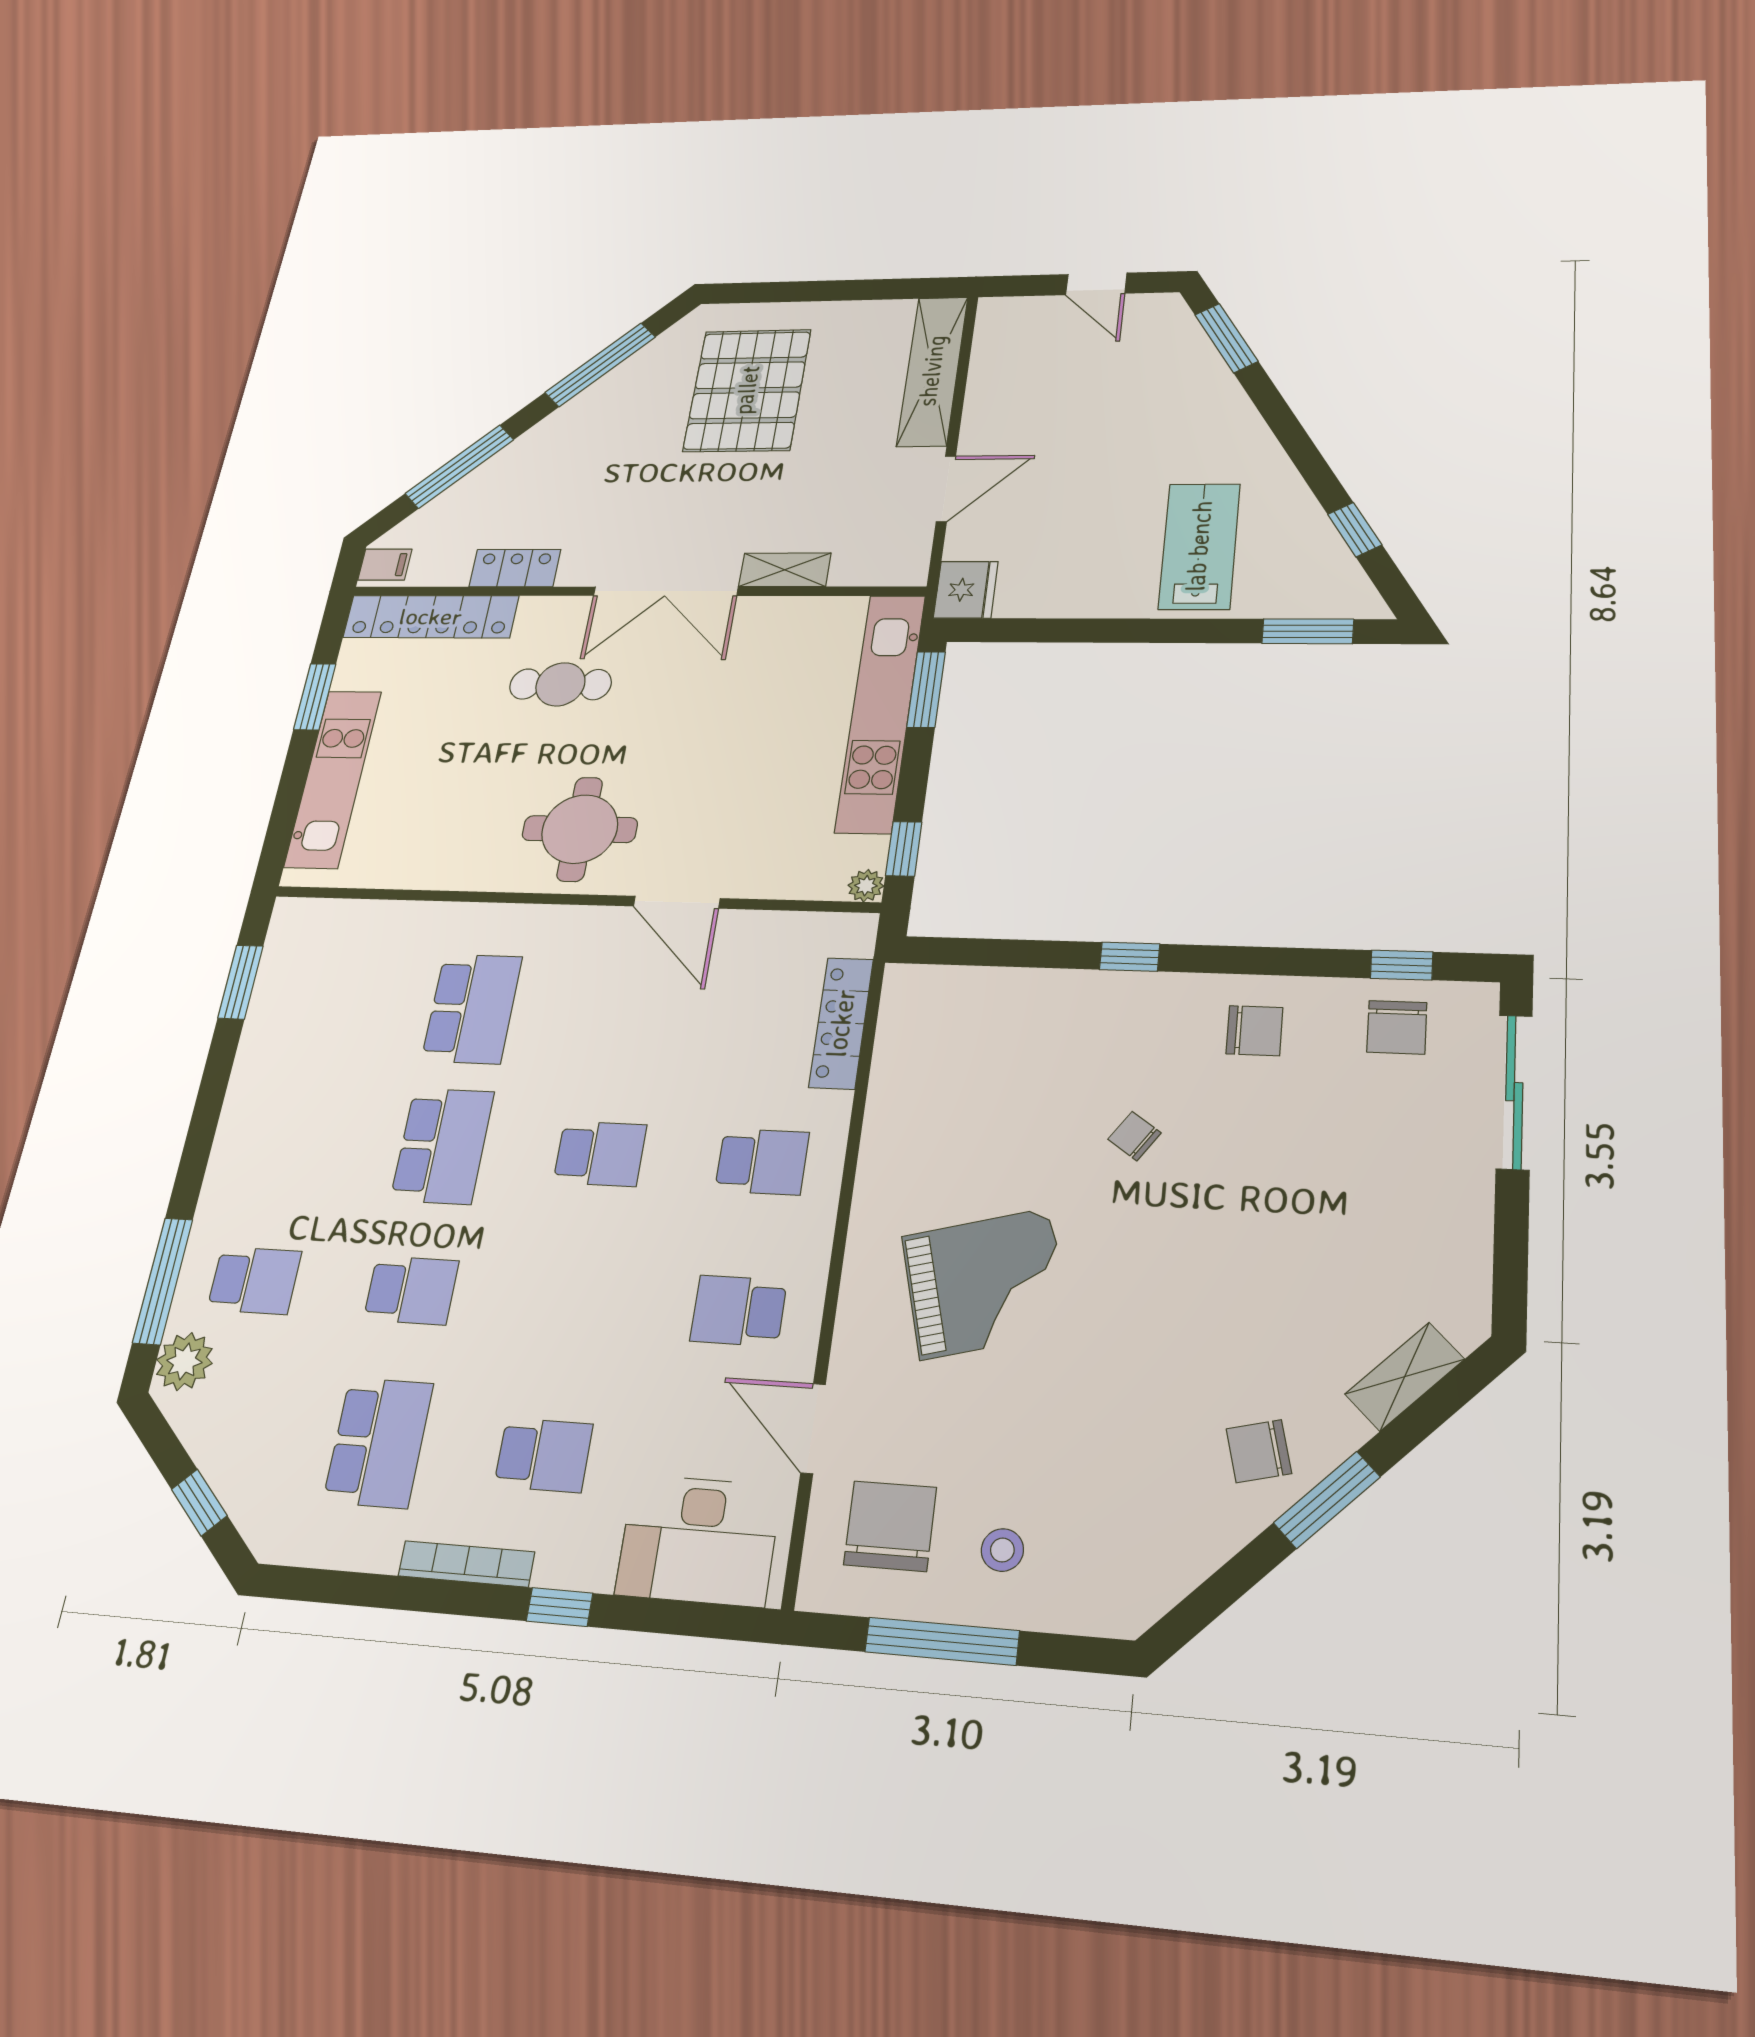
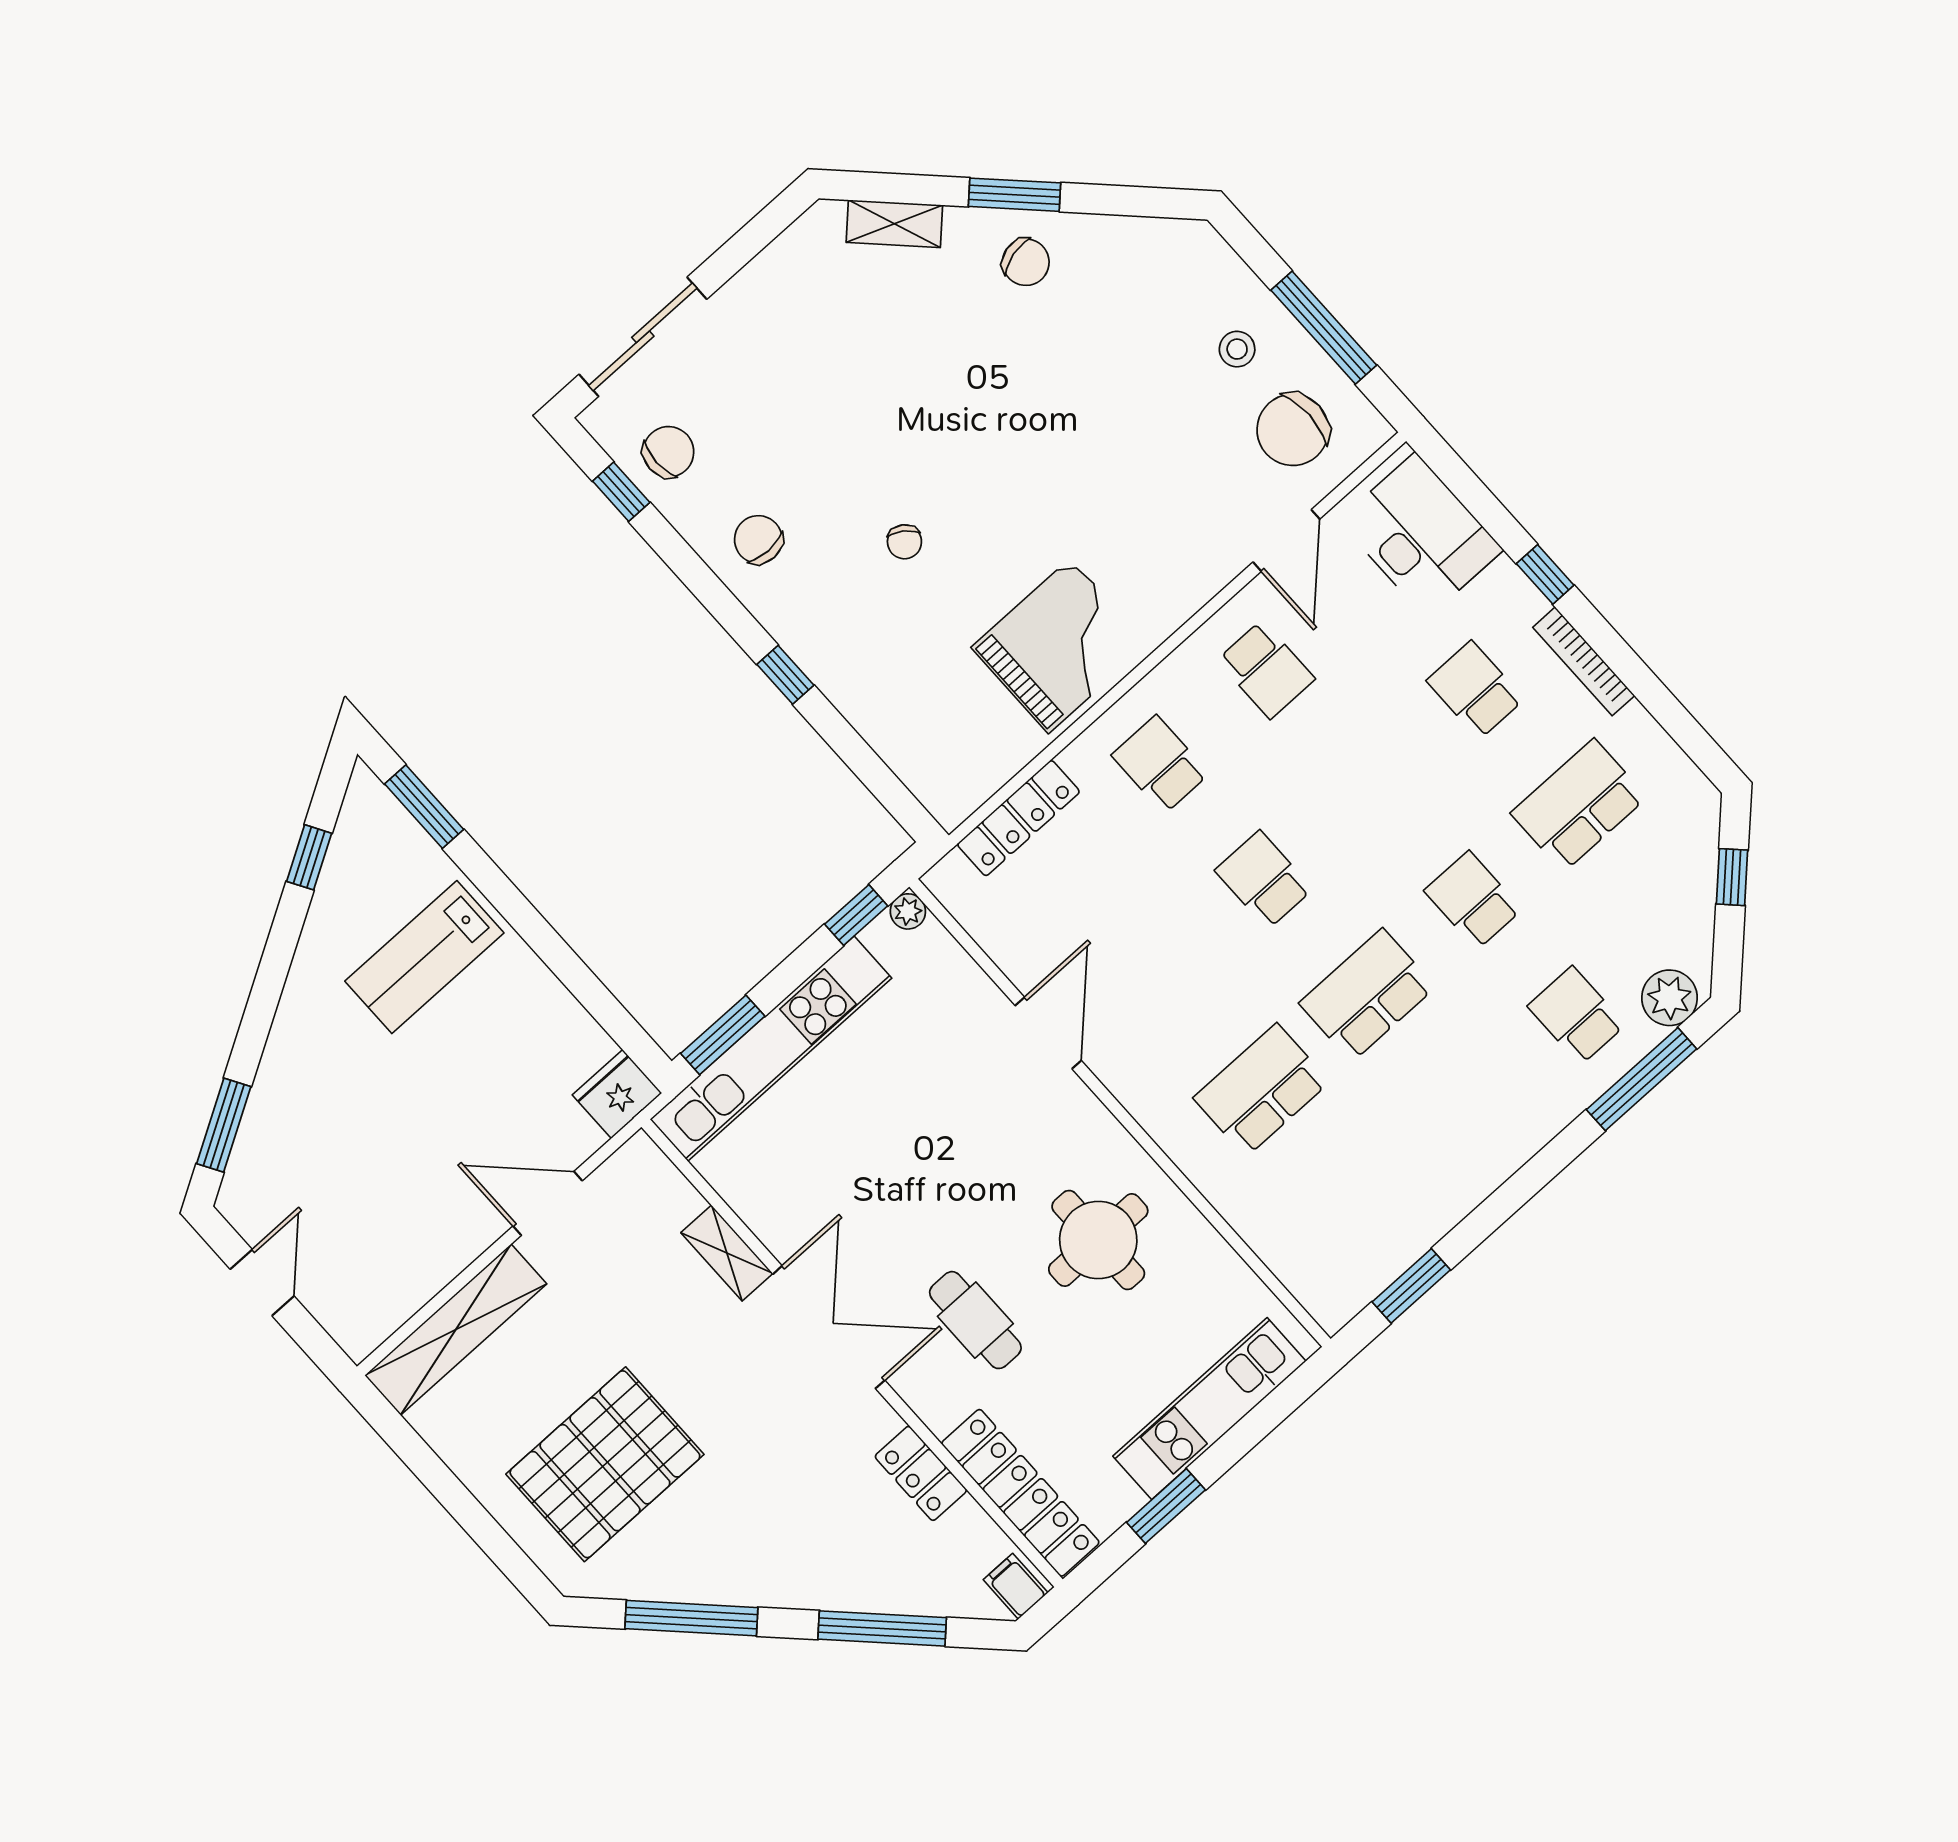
round table: (580, 829) -> (1098, 1240), moved
grand piano: (985, 1283) -> (1059, 646), moved, turned 105

